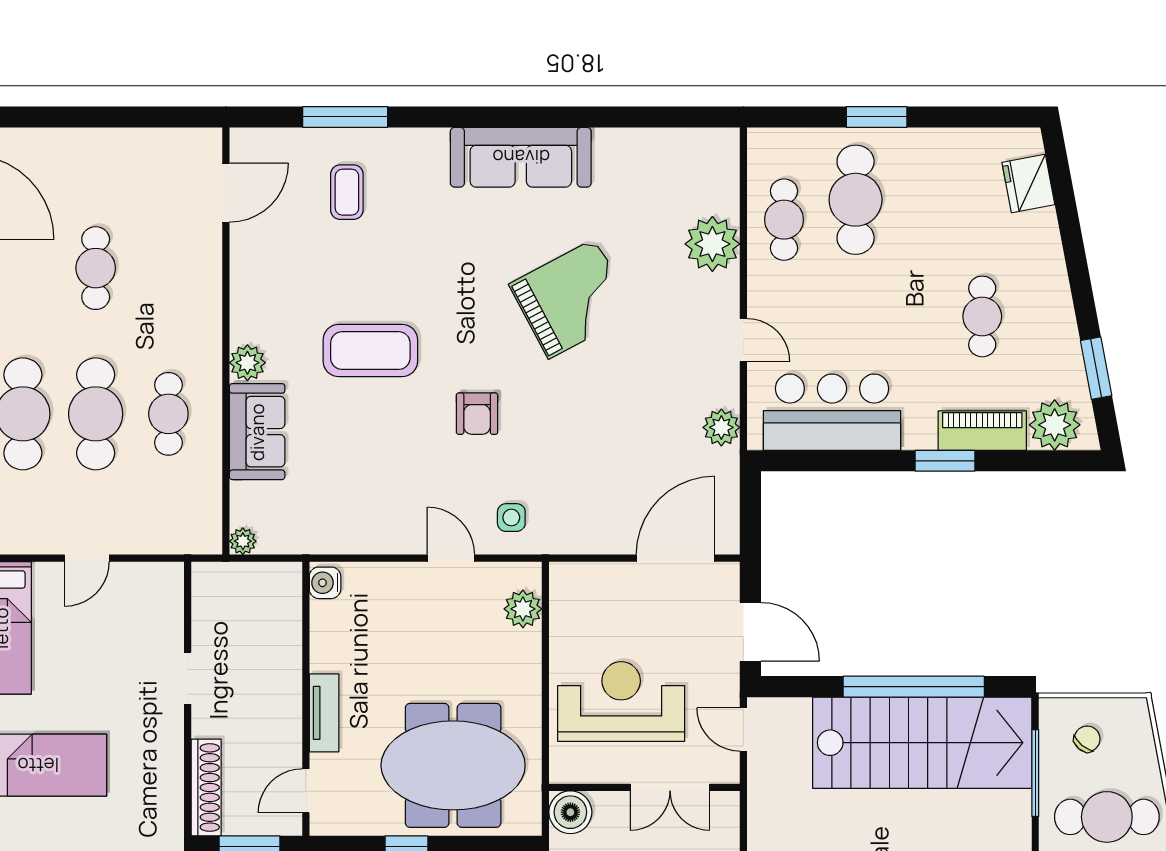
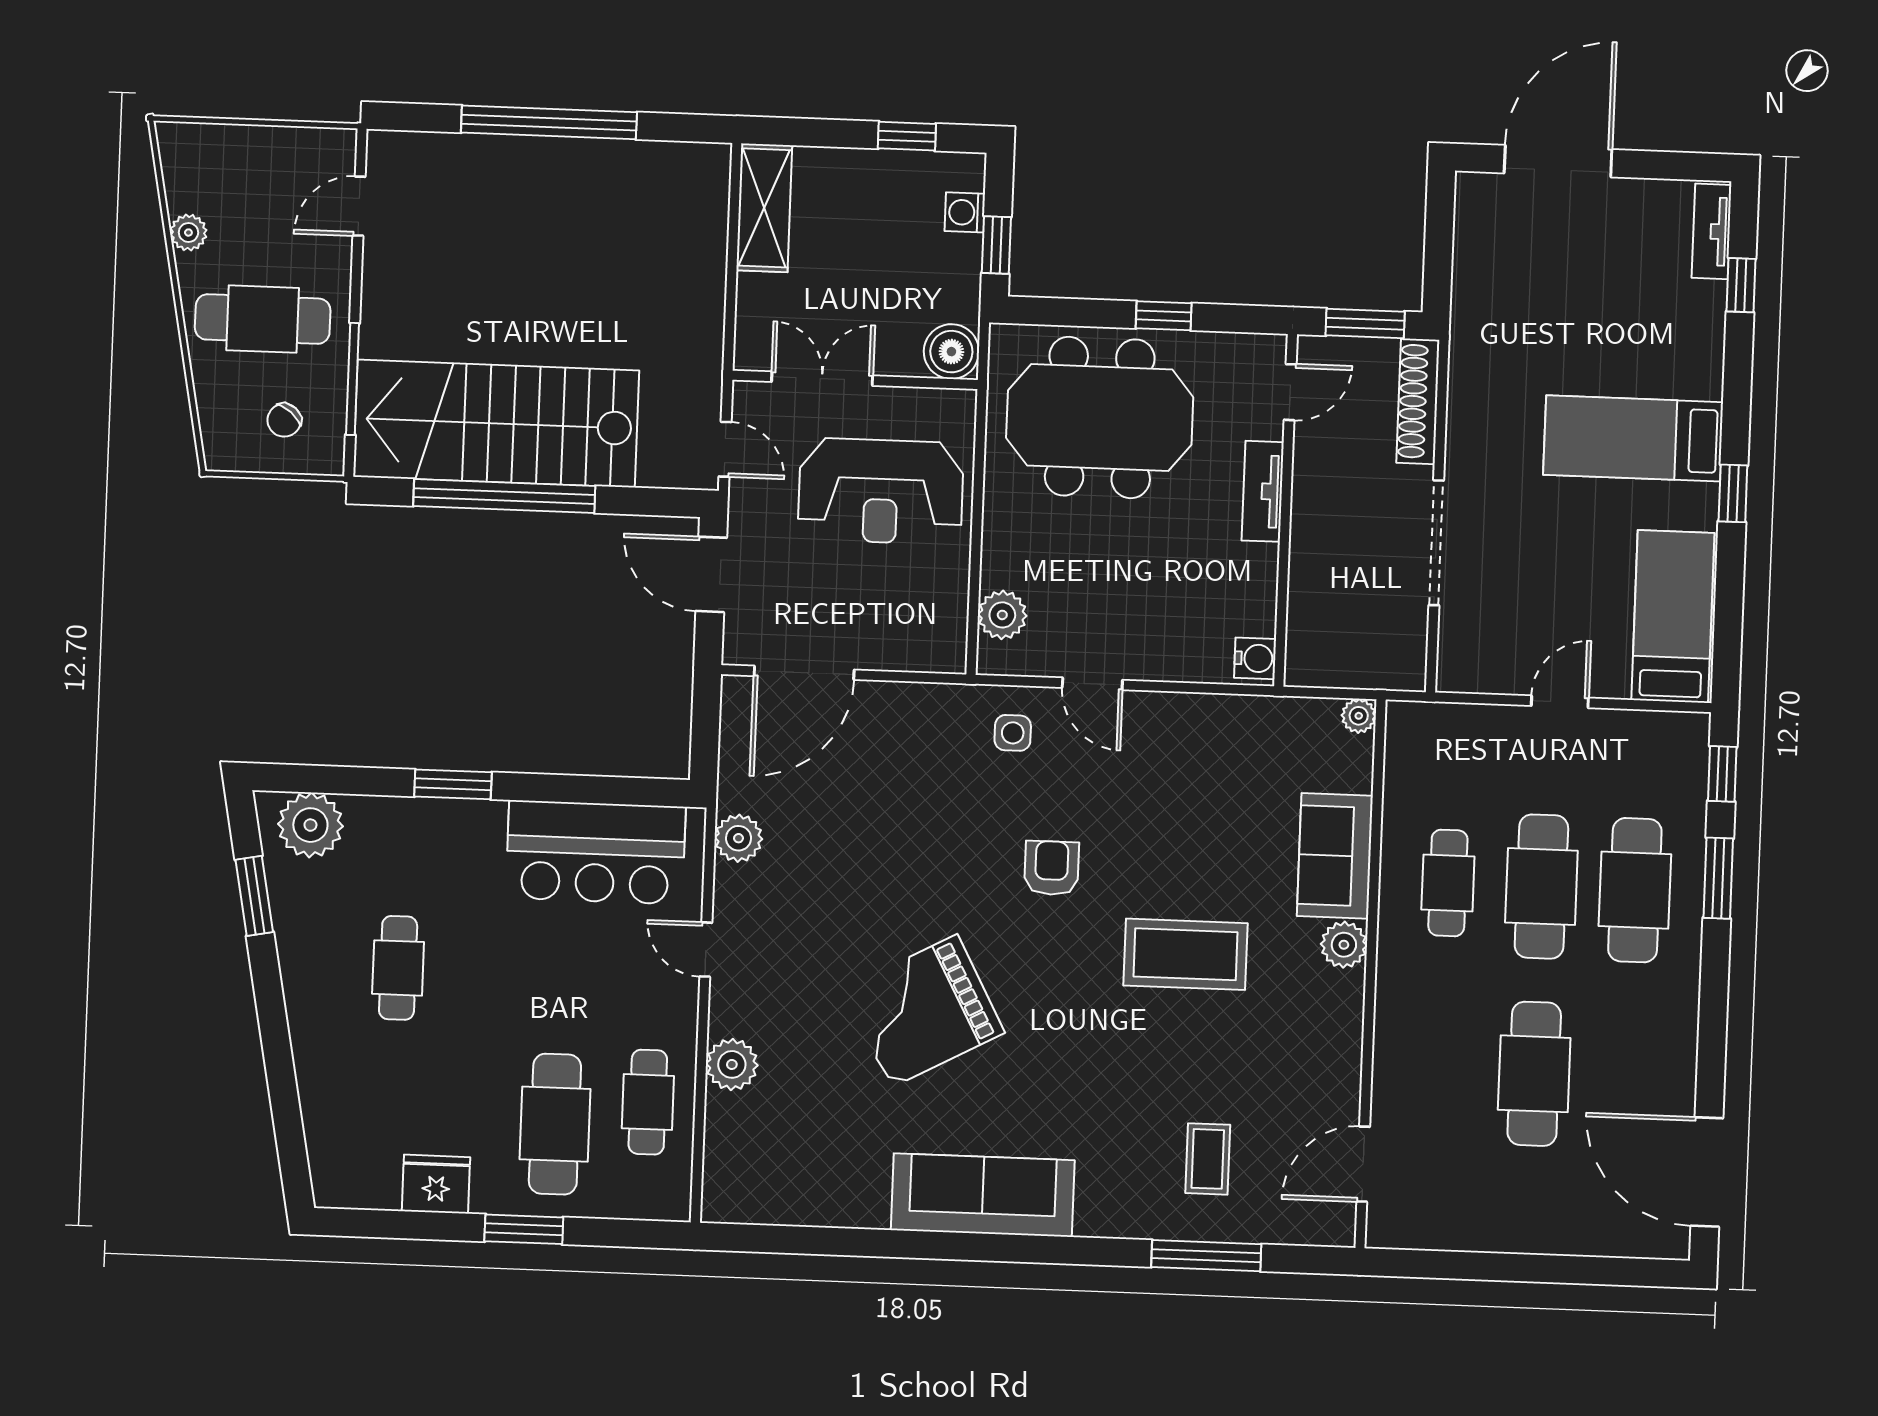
fridge: (1028, 184) -> (436, 1184), moved, turned -79
plant: (712, 244) -> (732, 1064), width x0.73, depth x0.73
cafe table: (96, 268) -> (1534, 1074), width x1.37, depth x1.35
piano: (982, 431) -> (404, 821), removed
doorway: (188, 678) -> (1436, 543), width x1.88

